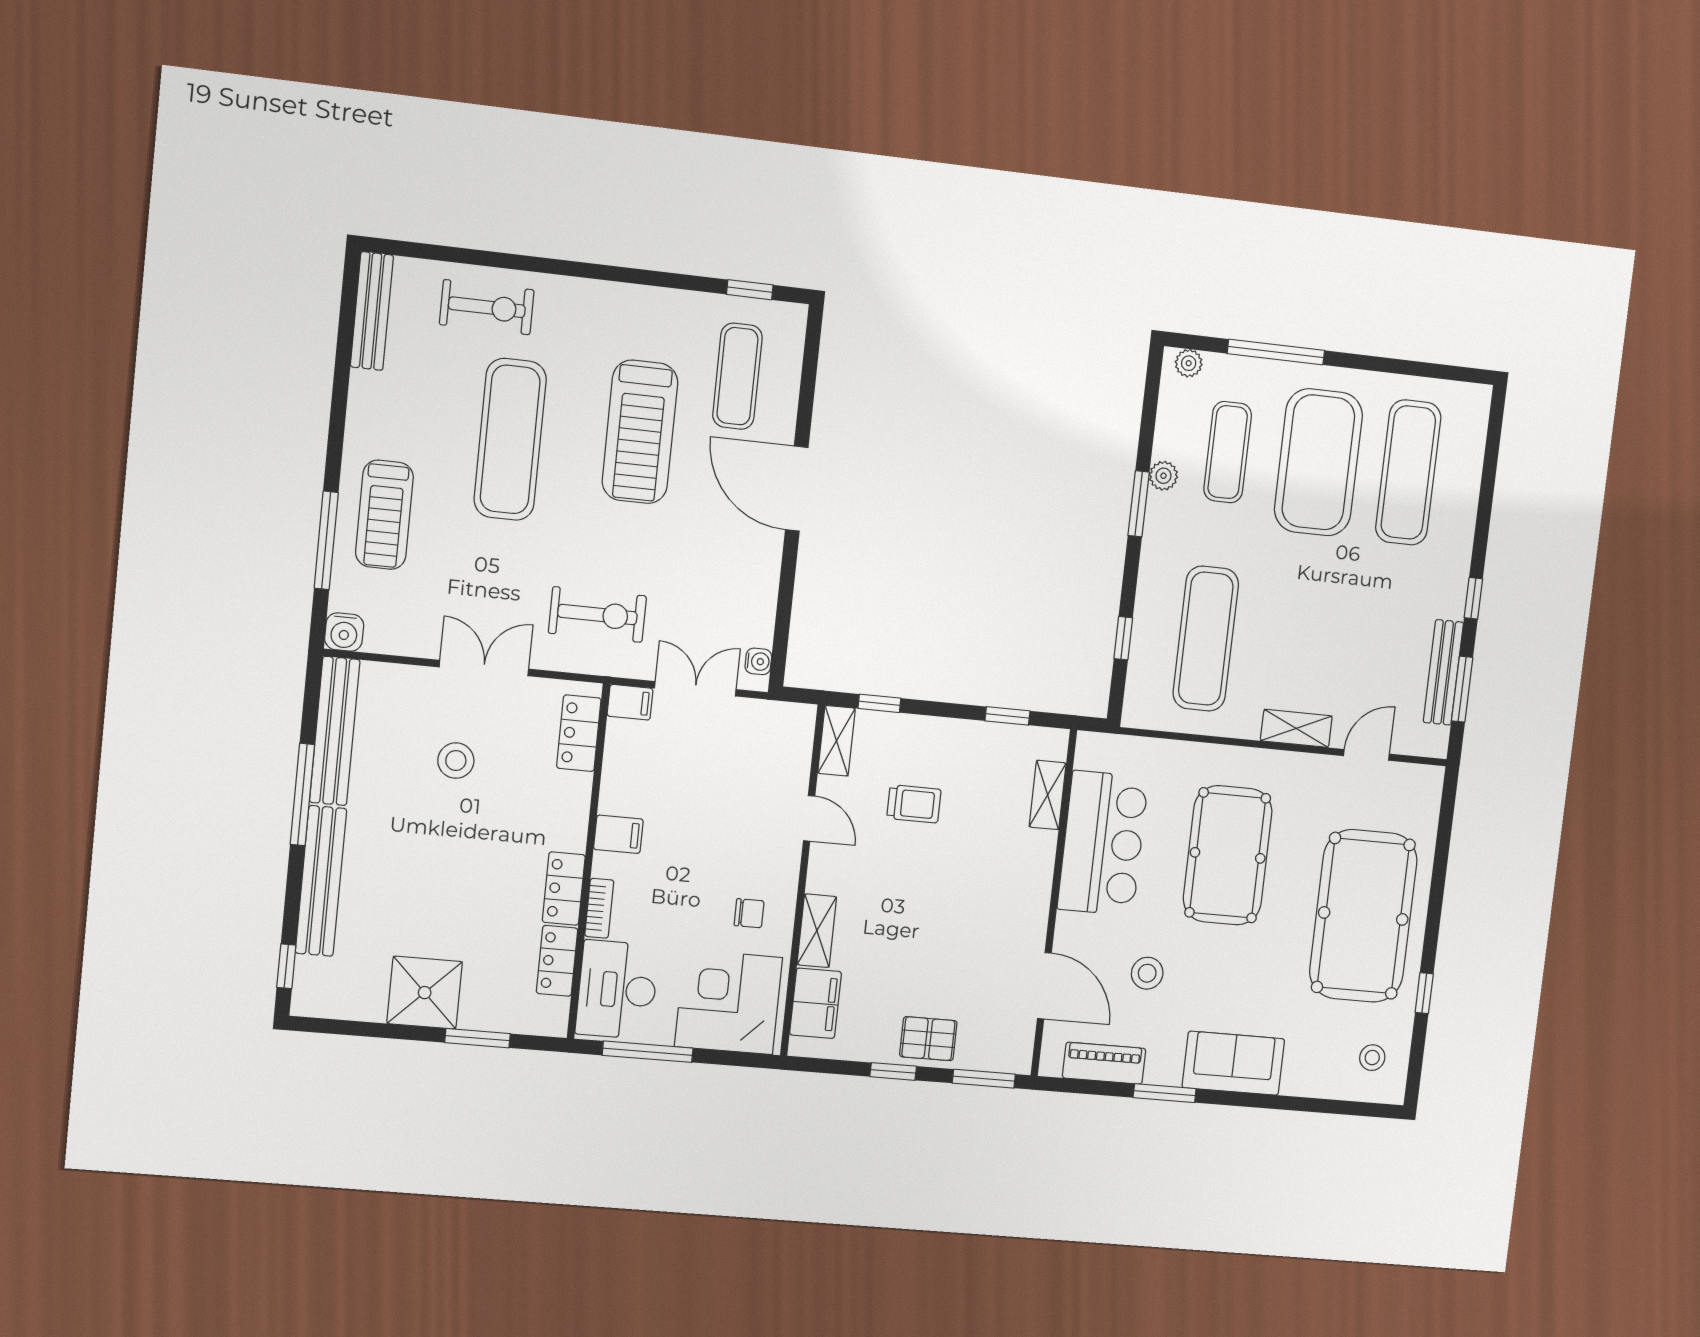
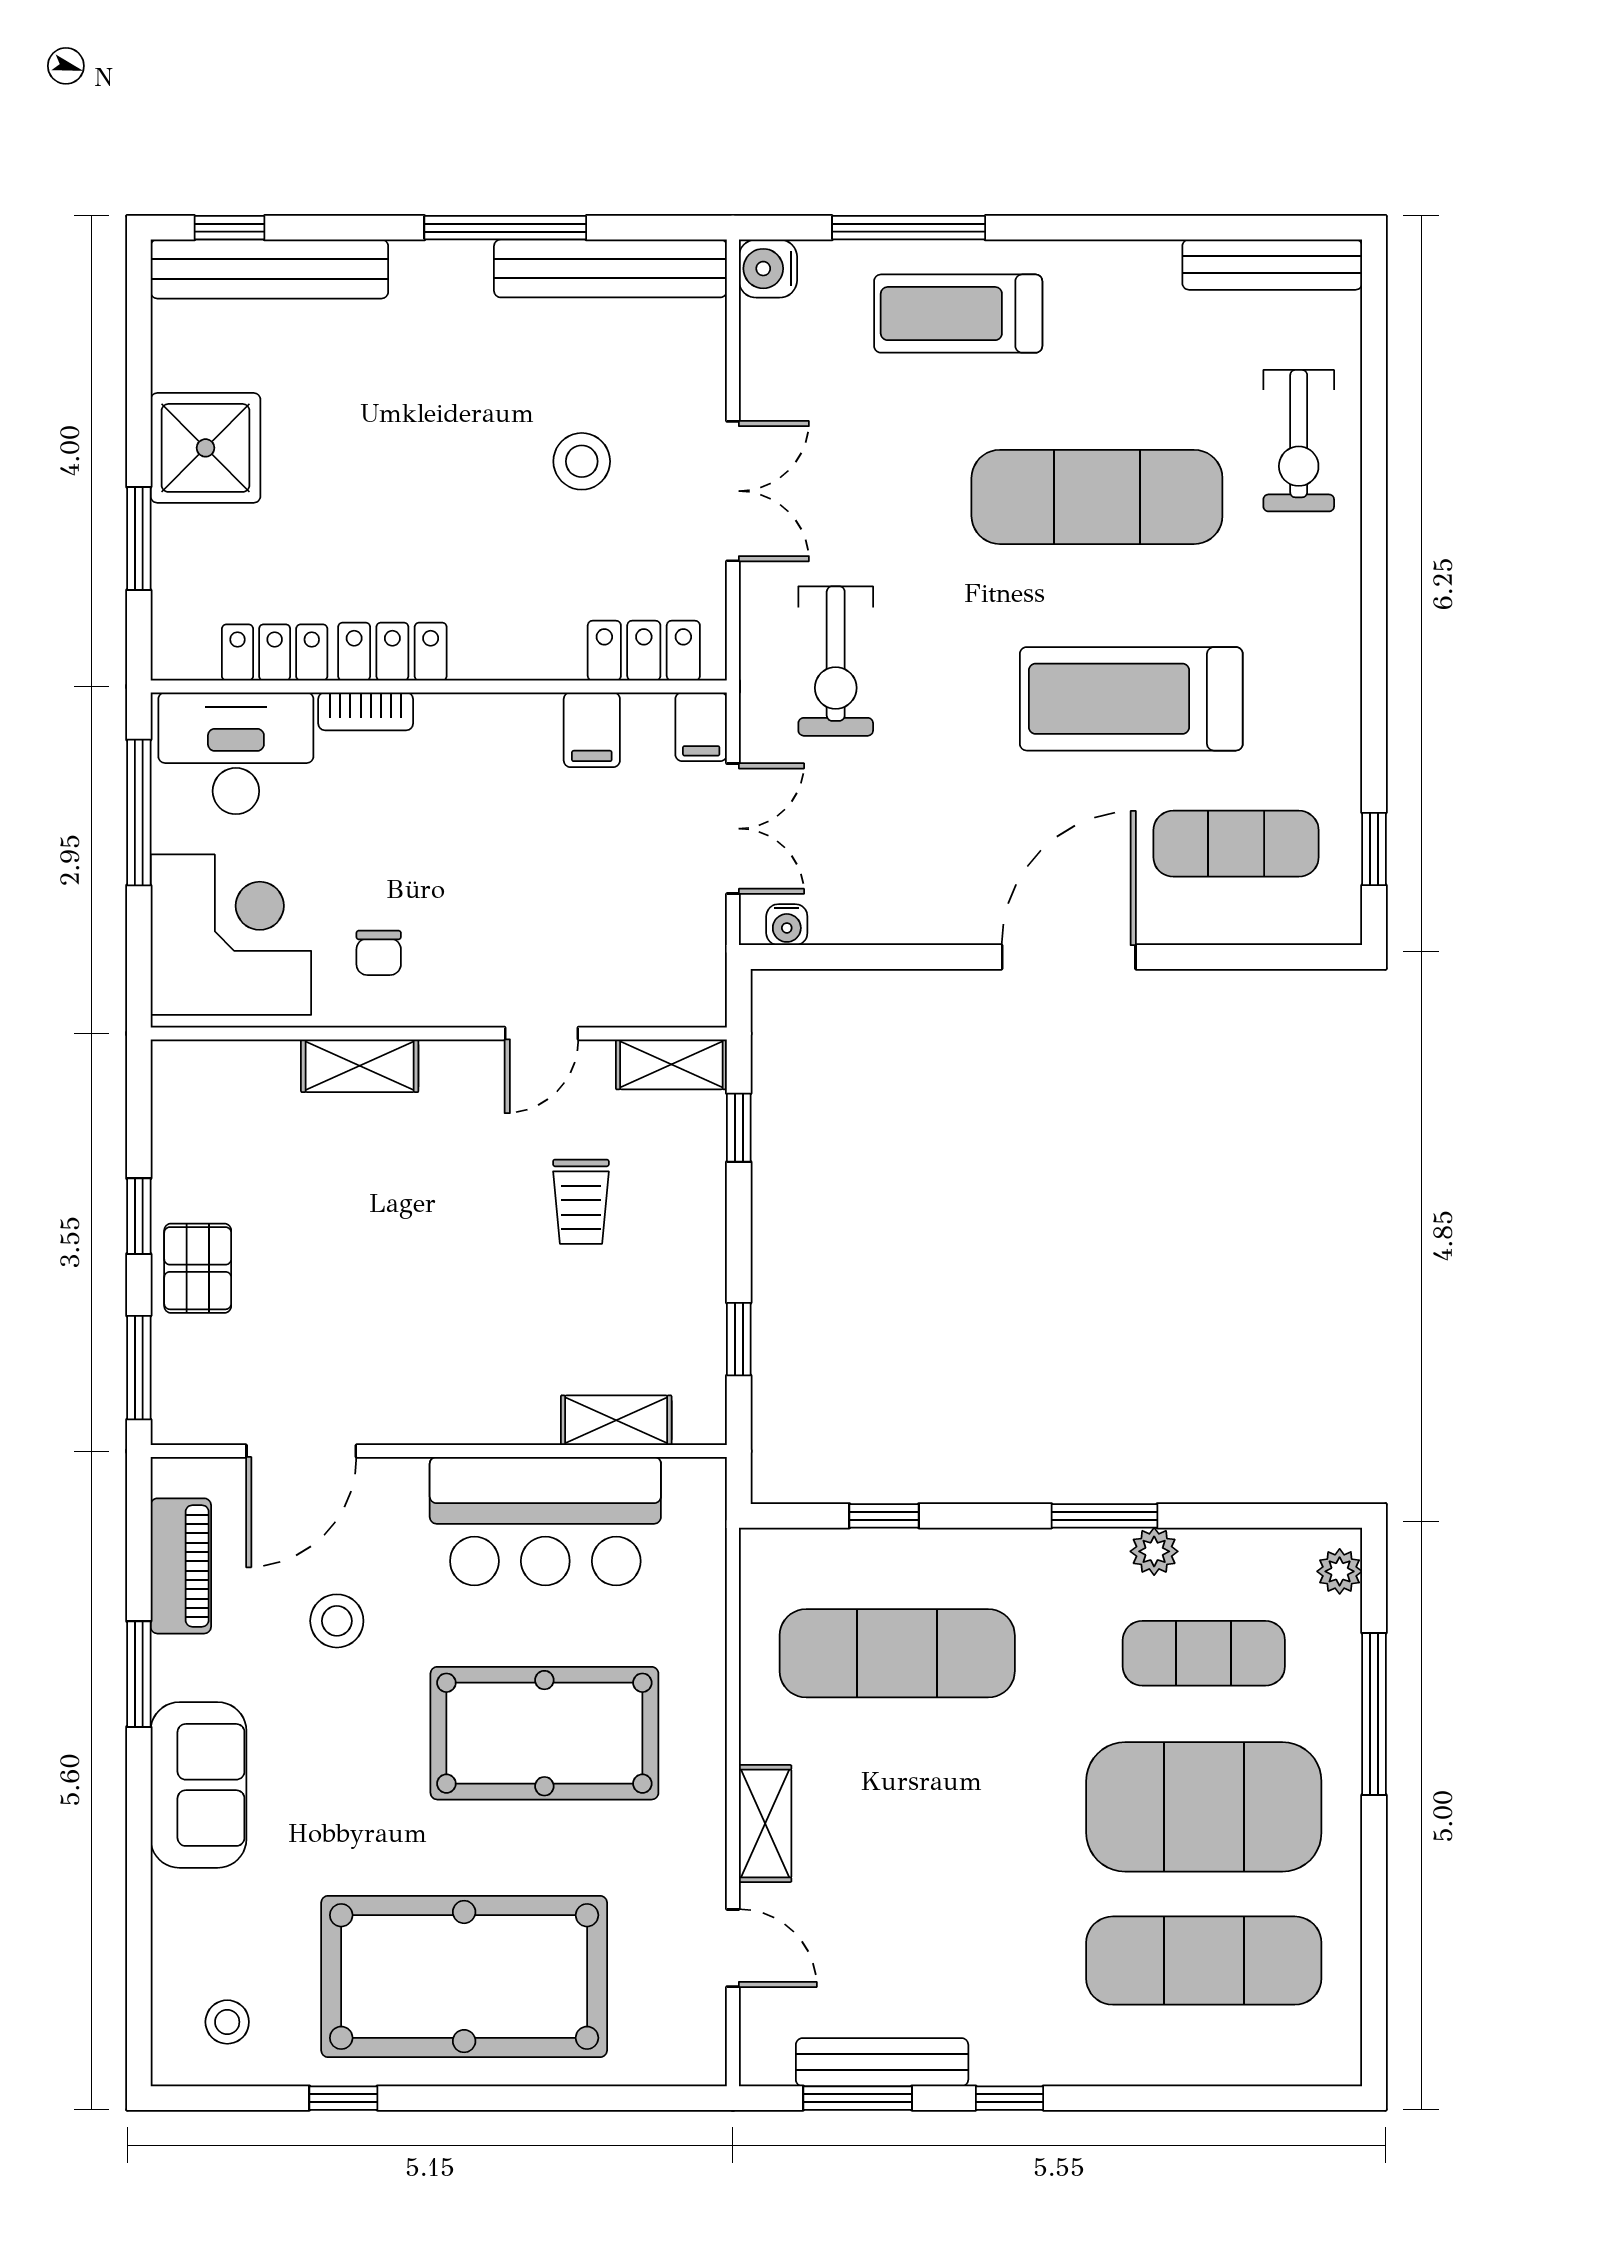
filing cabinet: (618, 834) -> (592, 730), moved
bench: (321, 881) -> (269, 269), moved
filing cabinet: (815, 1003) -> (241, 1076), removed

